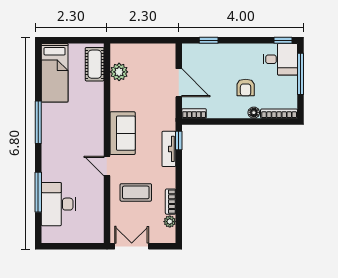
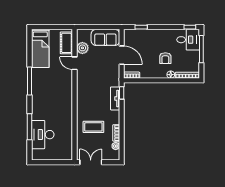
sofa: (123, 133) -> (105, 37), moved, turned 90
door: (107, 166) -> (75, 63), moved

